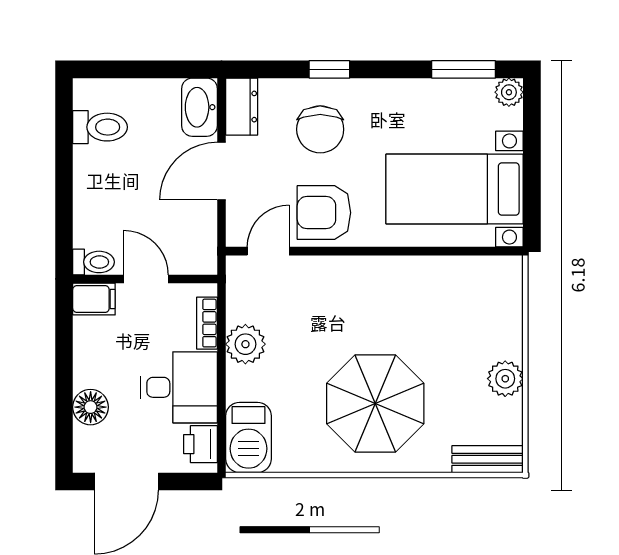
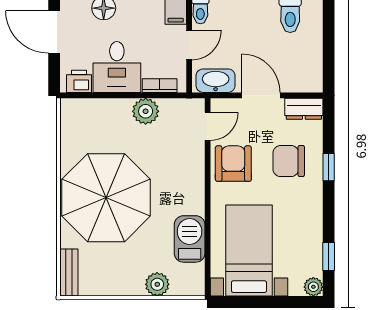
window: (464, 69) -> (329, 257), width x0.67
washbasin: (200, 107) -> (216, 81), moved
door: (268, 251) -> (208, 126), hinge flipped
plant: (505, 379) -> (157, 284), moved
parasol: (375, 403) -> (106, 198), width x1.36, depth x1.36
barbecue: (249, 437) -> (190, 239), moved, turned 90

